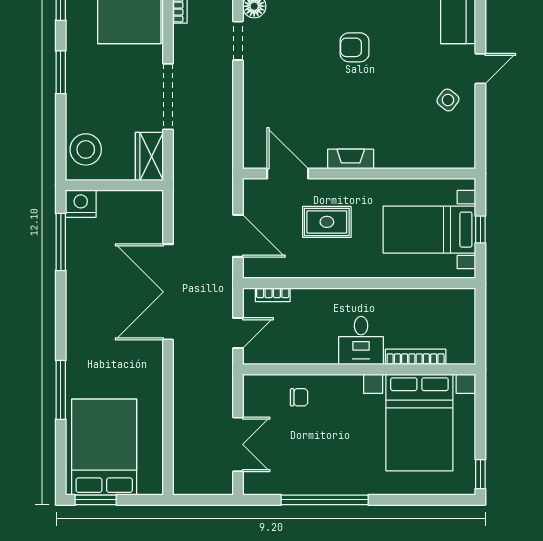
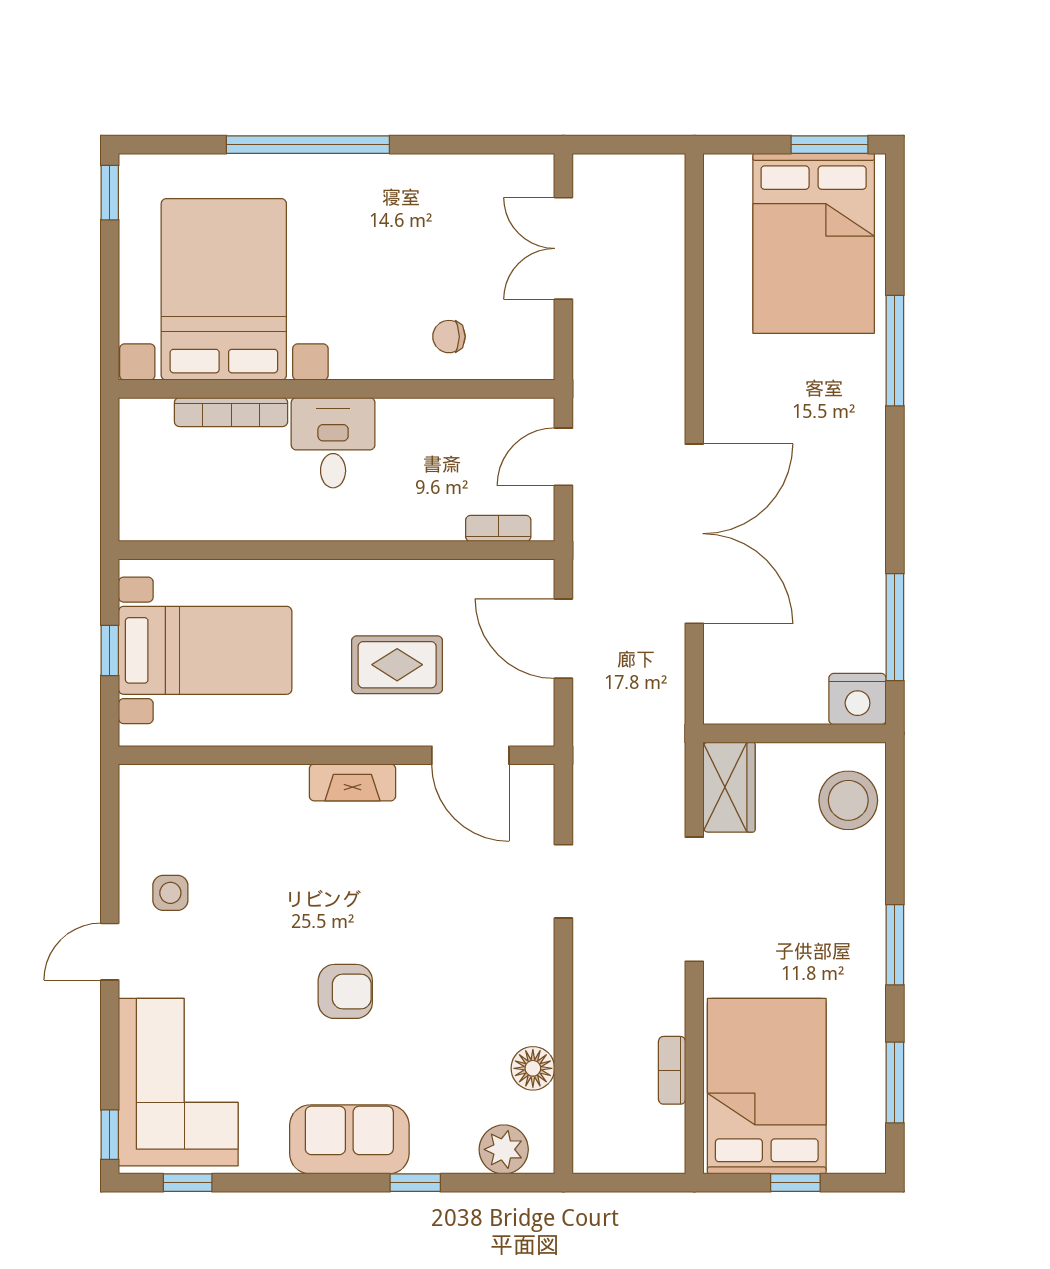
doorway: (238, 41) -> (563, 881), moved
side table: (448, 100) -> (170, 893), turned -37
window: (325, 500) -> (308, 145), moved

